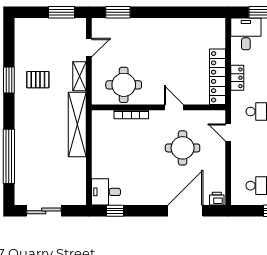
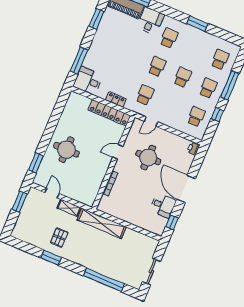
round table: (124, 85) -> (67, 150), moved
desk: (106, 192) -> (163, 205), moved, turned -90
door: (185, 211) -> (186, 189), moved

